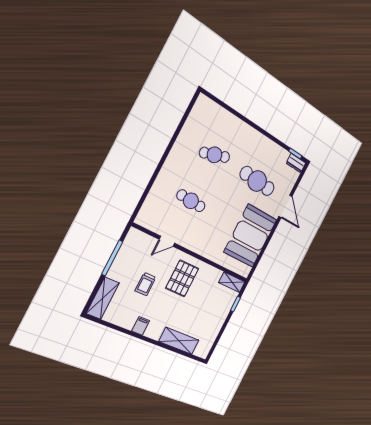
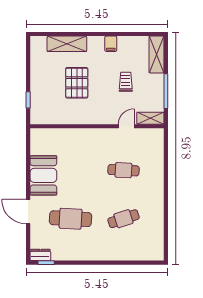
booth: (250, 236) -> (43, 175), width x0.73, depth x0.70
pallet: (182, 278) -> (77, 83), moved
shelving: (232, 282) -> (150, 118), moved

